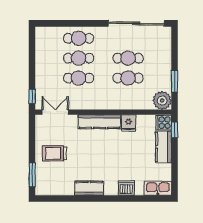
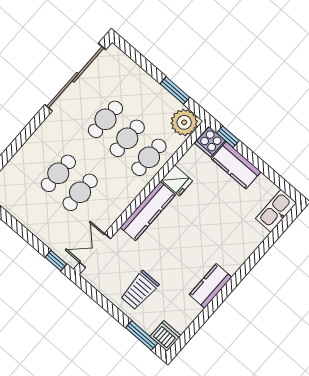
cafe table: (79, 38) -> (149, 157), moved
dishwasher: (126, 188) -> (165, 336), moved, turned 90

